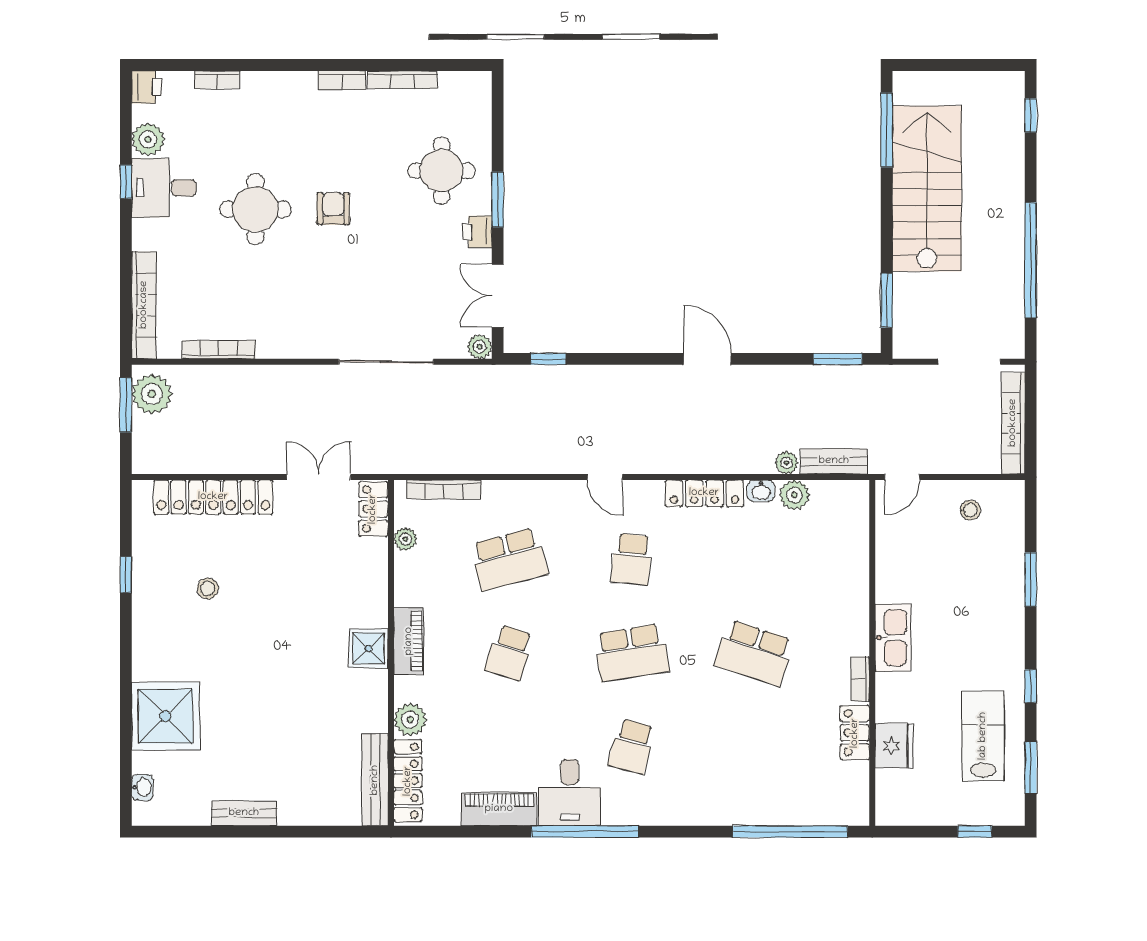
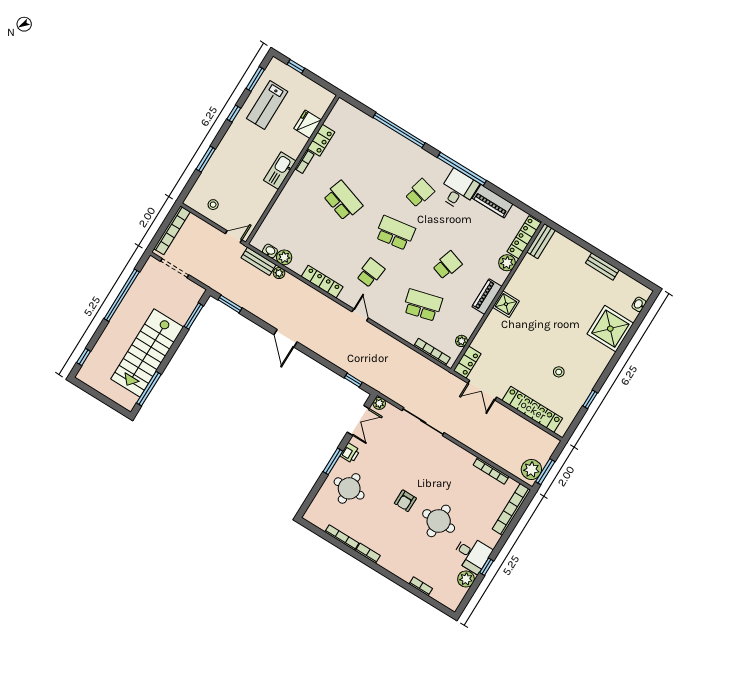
printer: (146, 87) -> (453, 602), removed
washbasin: (761, 491) -> (270, 251), moved
bench: (375, 780) -> (541, 241), width x0.73
window: (790, 832) -> (399, 130), moved

